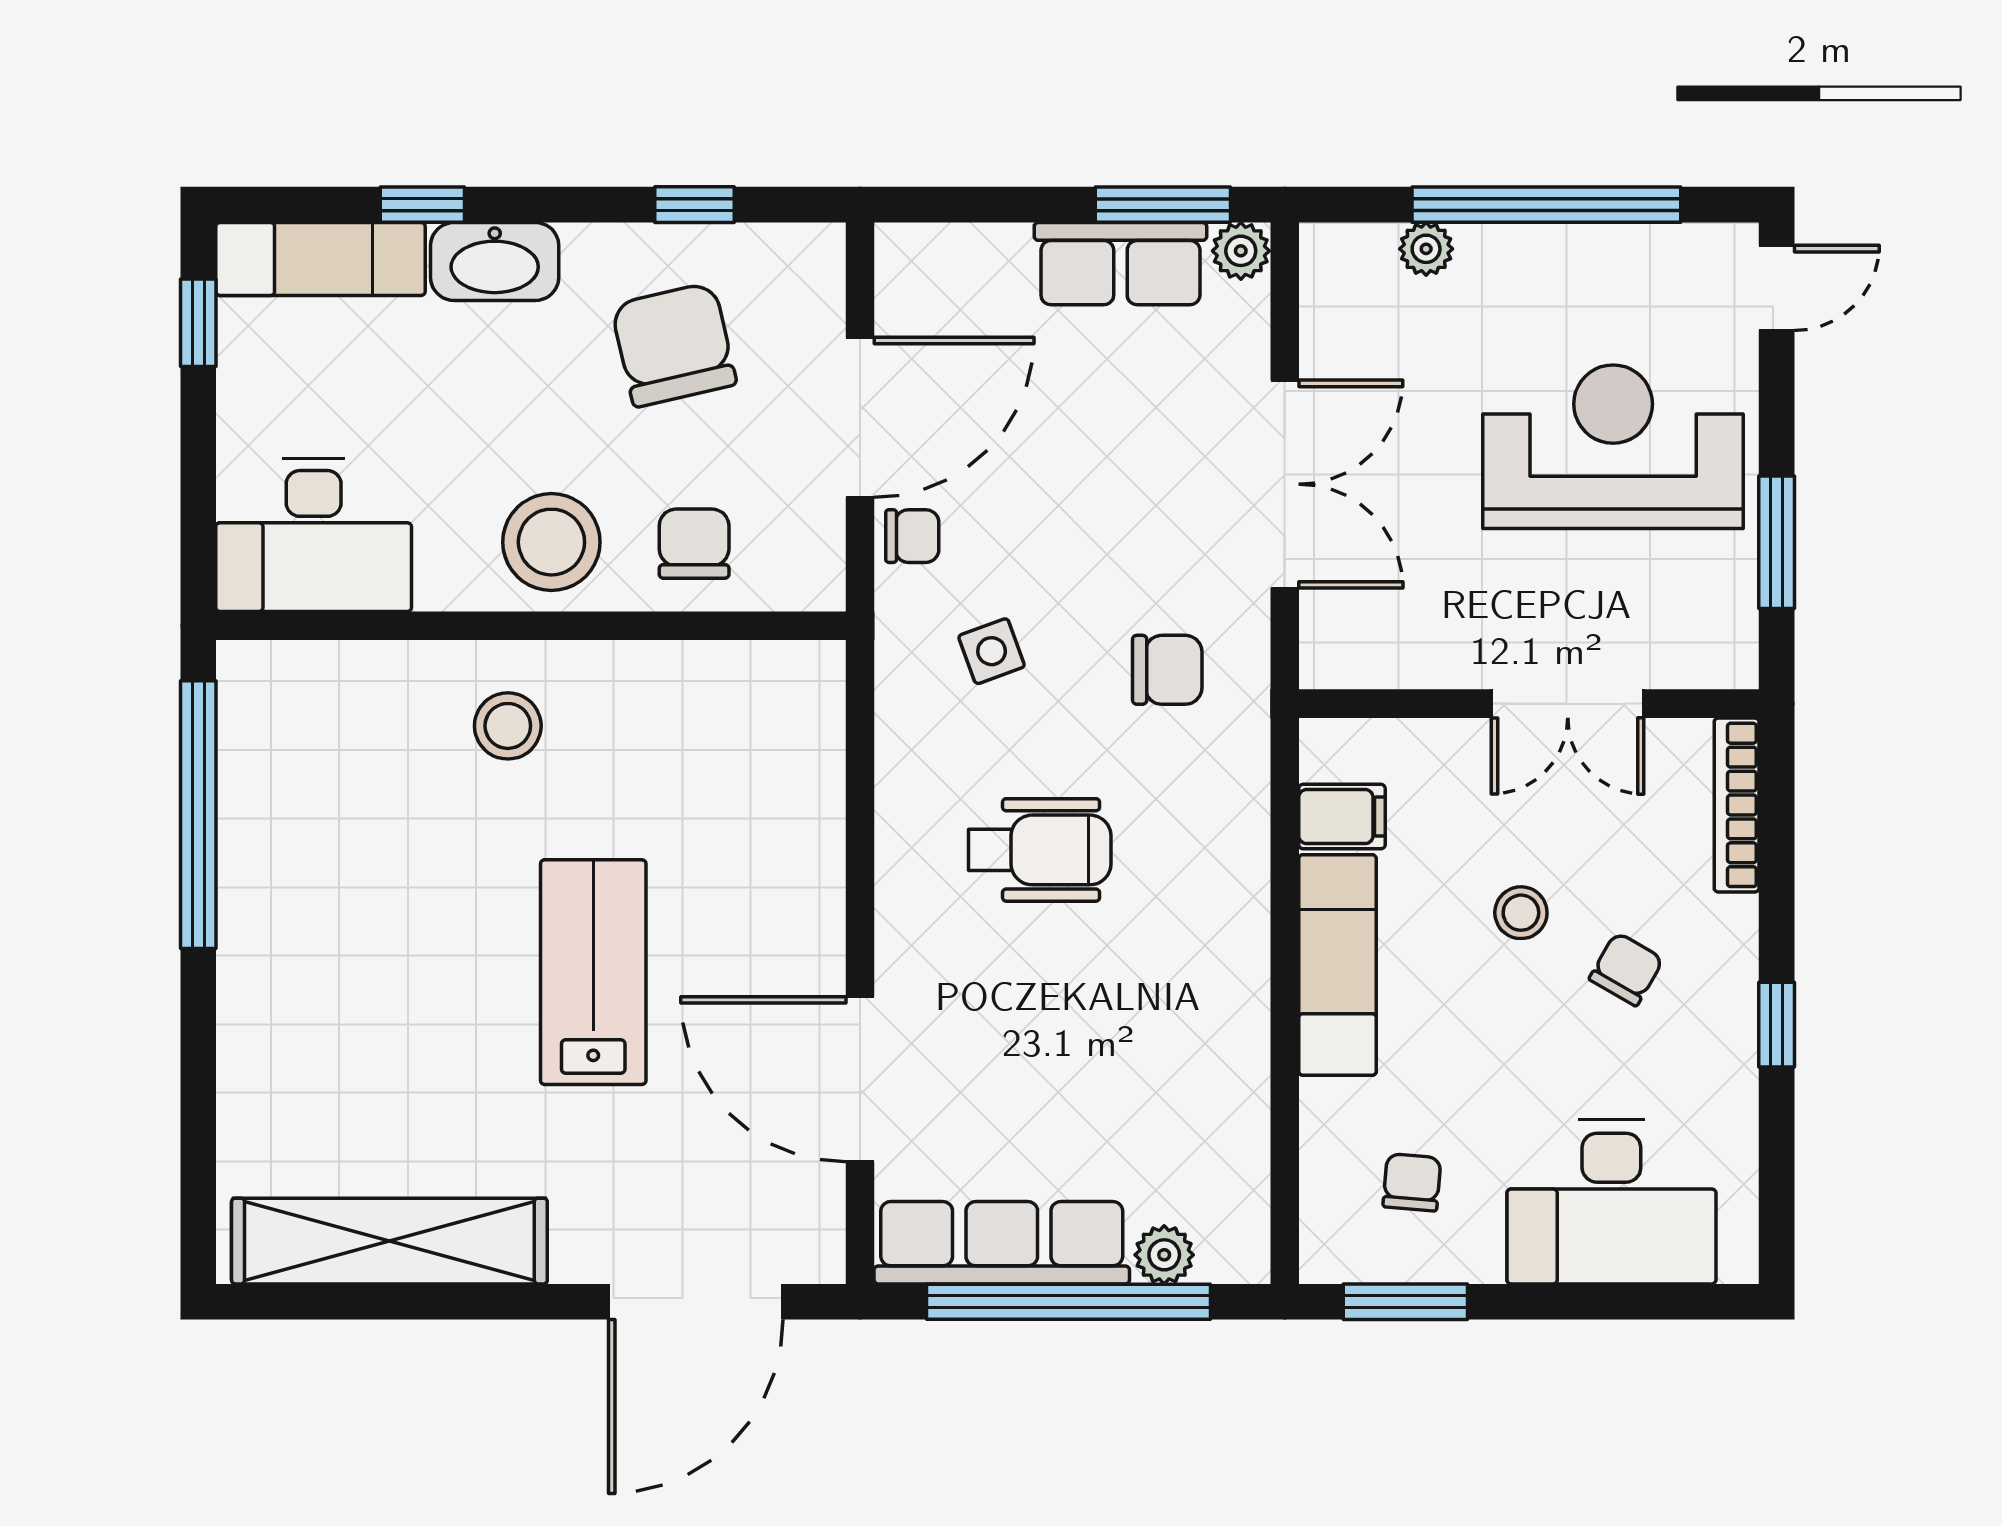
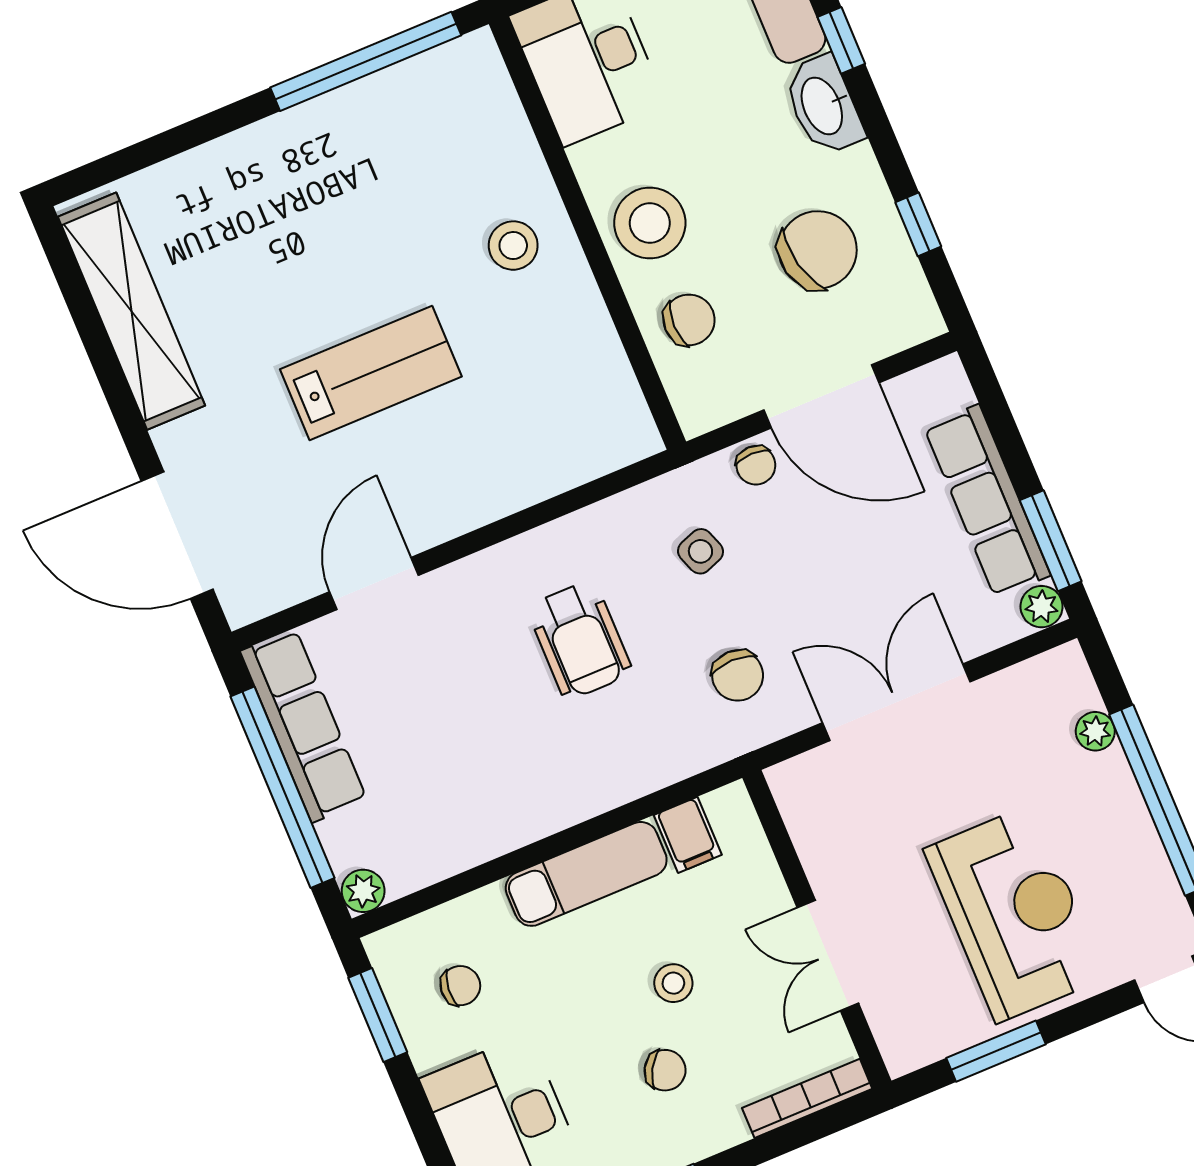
row of seats: (1120, 264) -> (987, 501), width x1.48
double door: (1285, 484) -> (896, 702), swing flipped
door: (860, 1079) -> (374, 583), width x0.73
plant: (1164, 1255) -> (363, 891), moved

